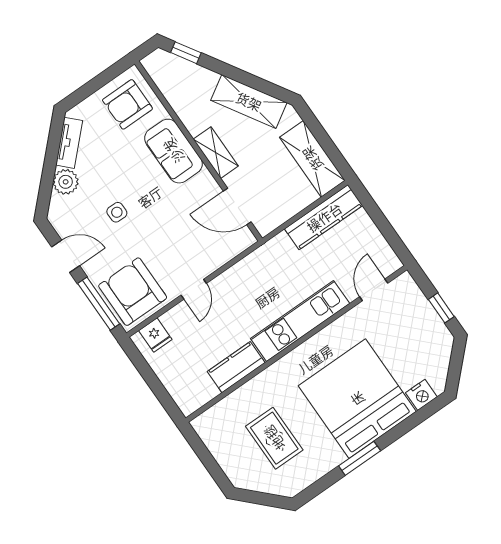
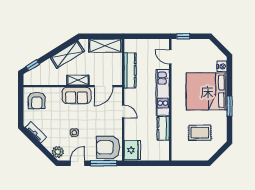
sofa: (173, 151) -> (76, 95), moved
plant: (66, 182) -> (58, 152), moved
kitchen counter: (324, 217) -> (130, 70), moved
door: (194, 289) -> (123, 111), moved
window: (441, 308) -> (183, 36), moved
fridge: (155, 335) -> (132, 150), width x1.88, depth x1.34

